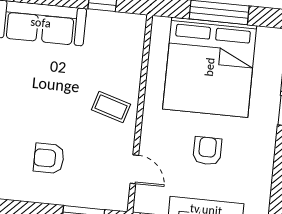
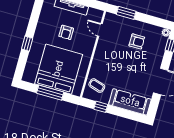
coffee table: (111, 107) -> (97, 86), moved

